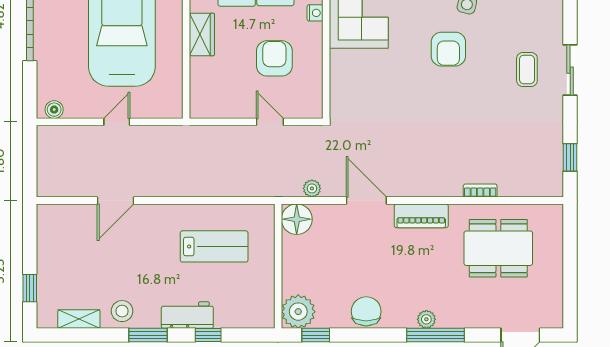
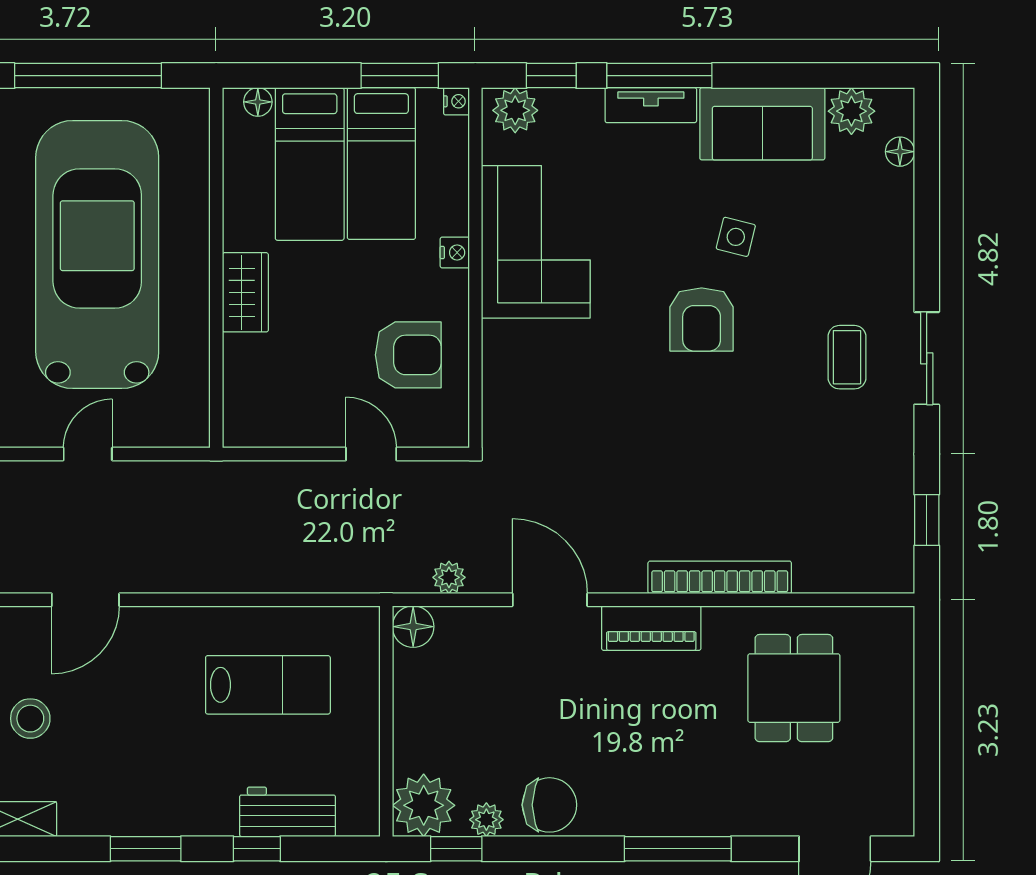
armchair: (274, 58) -> (408, 355), moved, turned 90
bookcase: (480, 191) -> (720, 577), width x2.31, depth x1.31
floor lamp: (297, 219) -> (413, 627), width x0.73, depth x0.73
dining table: (498, 248) -> (794, 688), width x0.73
stool: (122, 311) -> (30, 719), moved
chair: (366, 311) -> (549, 805), turned 90
workbench: (187, 315) -> (288, 812), moved
plant: (426, 319) -> (486, 820), moved

